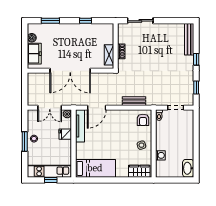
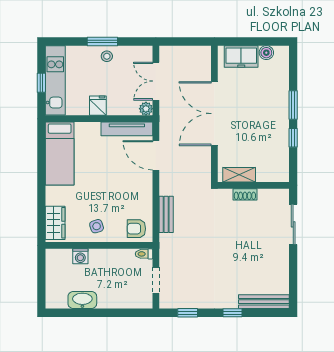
window: (50, 21) -> (293, 105), moved
fridge: (65, 134) -> (98, 106), moved
washbasin: (188, 168) -> (82, 300), moved

